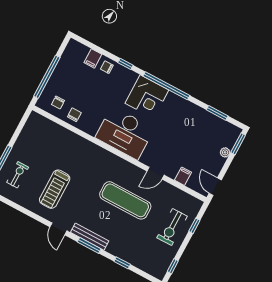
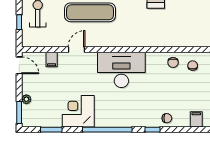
filing cabinet: (93, 58) -> (196, 119), moved
corner desk: (147, 97) -> (78, 111), moved

